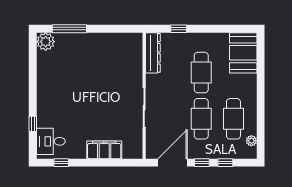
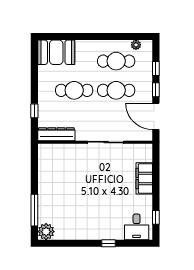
window: (33, 124) -> (109, 243), moved

